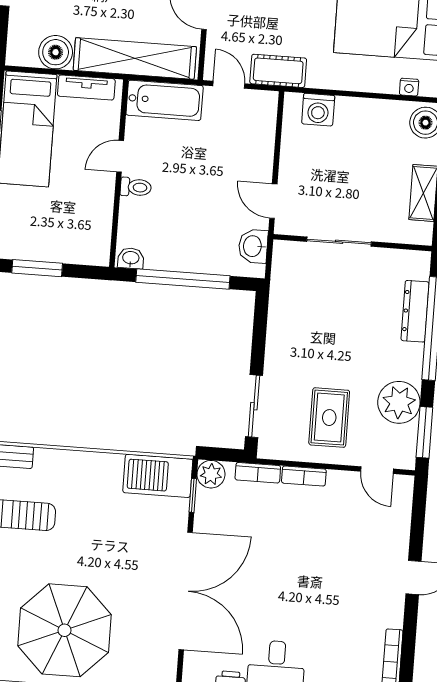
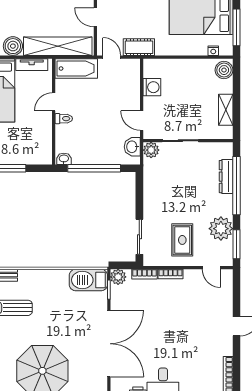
washing machine: (318, 110) -> (152, 87), moved, turned -90
plant: (286, 254) -> (151, 150), added

